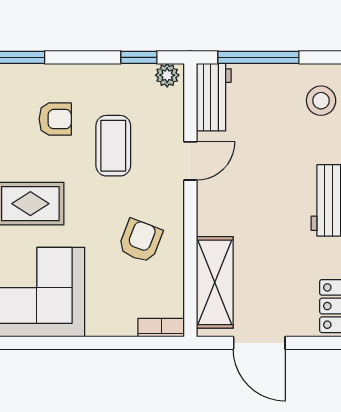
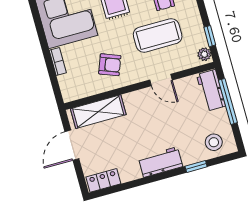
workbench: (214, 97) -> (211, 90), moved, turned 90
coffee table: (113, 146) -> (158, 35), width x1.36, depth x1.32
bookcase: (161, 328) -> (58, 61), moved

